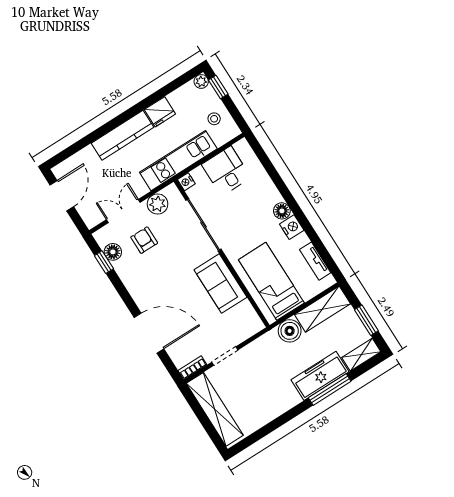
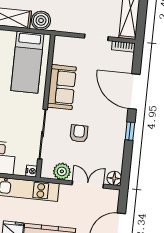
double door: (123, 211) -> (88, 184), swing flipped
armchair: (144, 240) -> (79, 133), moved, turned 180
floor lamp: (113, 252) -> (114, 178), moved
window: (104, 262) -> (130, 131), moved

